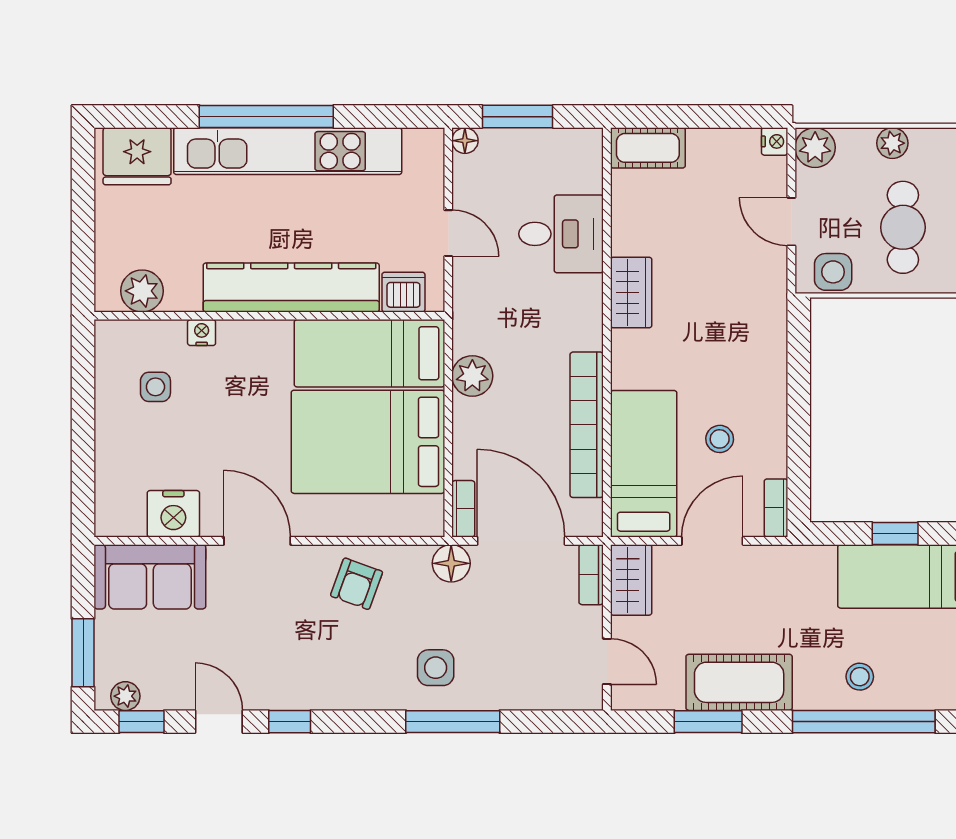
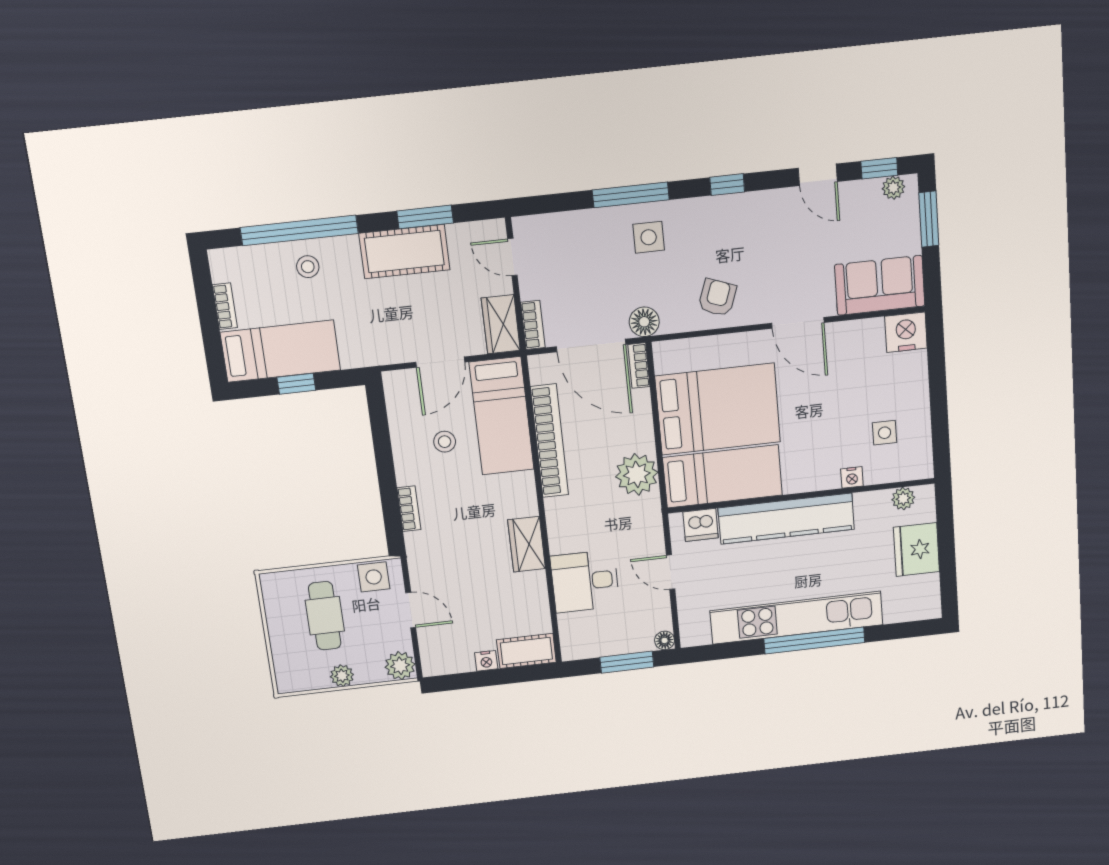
nightstand: (775, 141) -> (486, 661), moved, turned -90
fridge: (137, 156) -> (916, 549), moved, turned -90
plant: (142, 291) -> (903, 499), width x0.73, depth x0.73
plant: (472, 376) -> (637, 474), width x1.36, depth x1.36
bookcase: (776, 508) -> (409, 509), moved
nightstand: (173, 514) -> (906, 332), moved
window: (290, 722) -> (727, 185), moved

